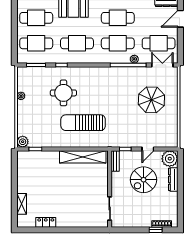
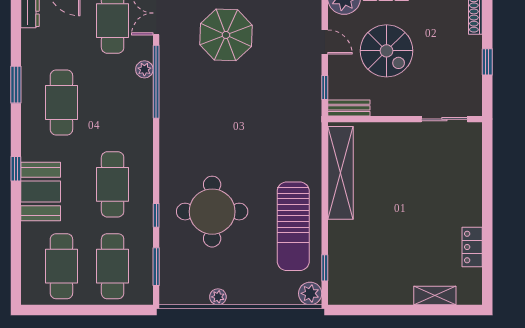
cafe table: (118, 43) -> (113, 102), removed
round table: (63, 93) -> (212, 212), width x1.36, depth x1.36
sun lounger: (83, 123) -> (293, 226), moved
window: (156, 230) -> (487, 62), moved

